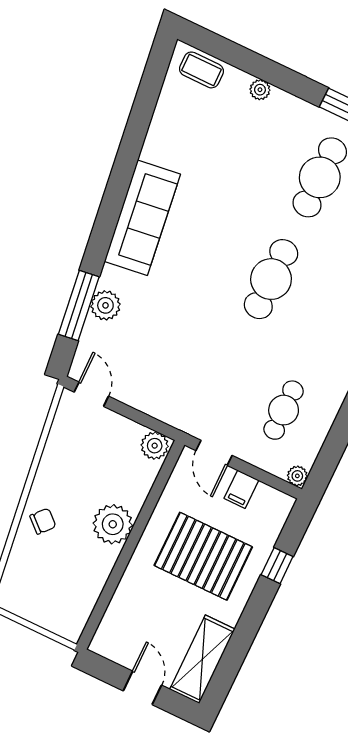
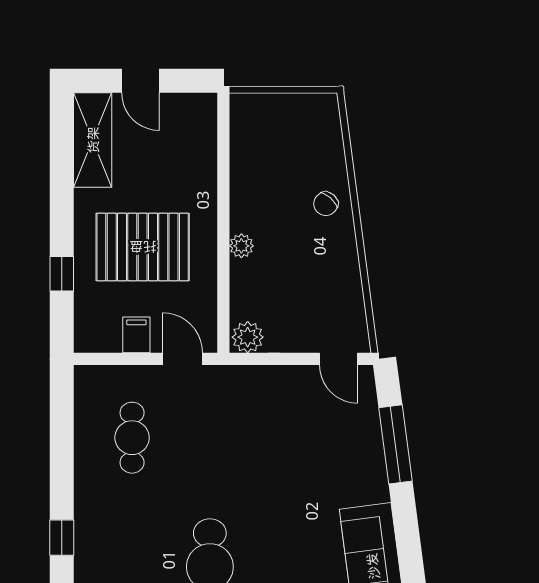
plant: (105, 305) -> (368, 458), removed
plant: (297, 476) -> (85, 376), removed
plant: (113, 524) -> (241, 246), width x0.53, depth x0.53

